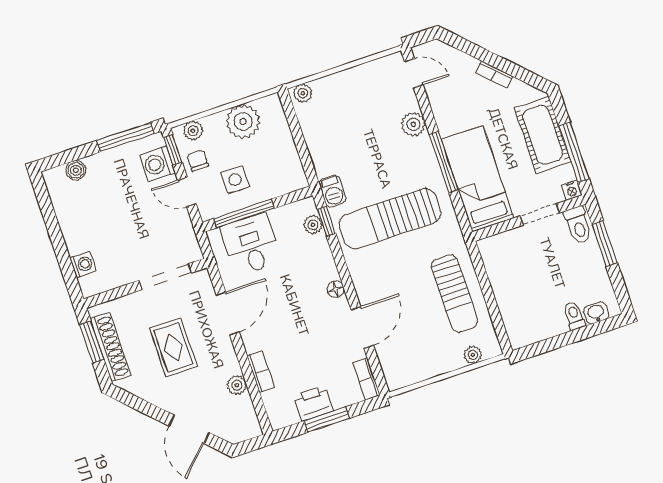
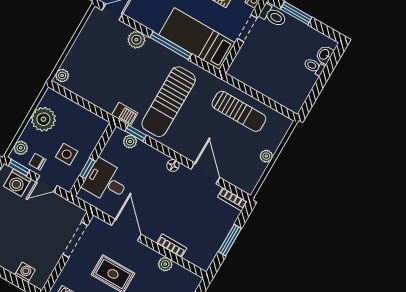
window: (244, 214) -> (88, 168), width x0.46
plant: (473, 355) -> (266, 156), moved
printer: (314, 403) -> (215, 237), removed

